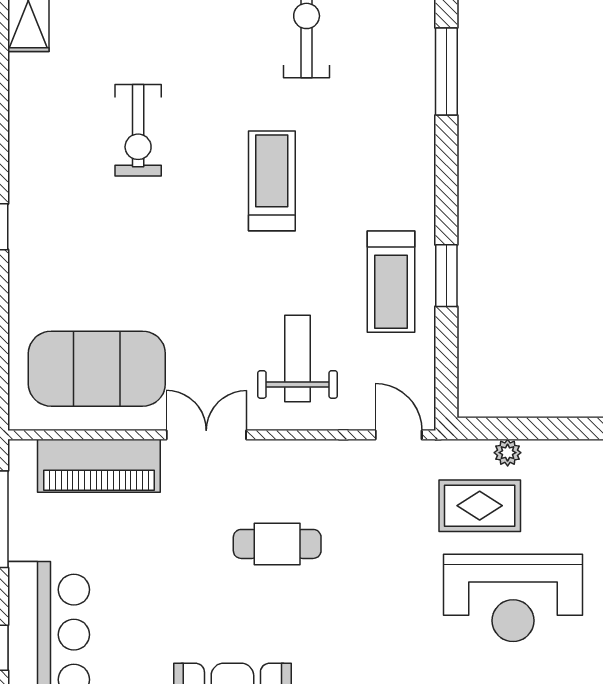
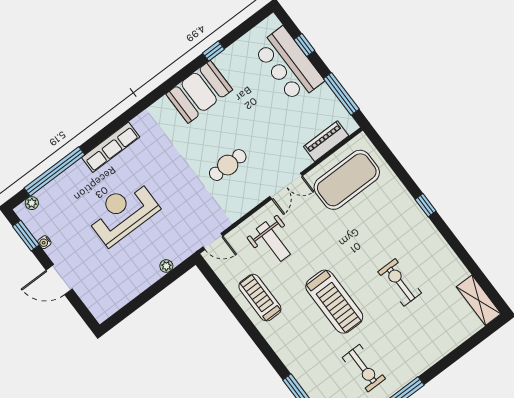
treadmill: (272, 181) -> (334, 302), width x1.37, depth x1.38
window: (446, 276) -> (241, 316), removed
piano: (99, 466) -> (326, 141), width x0.73, depth x0.75
rug: (480, 506) -> (162, 238), removed

